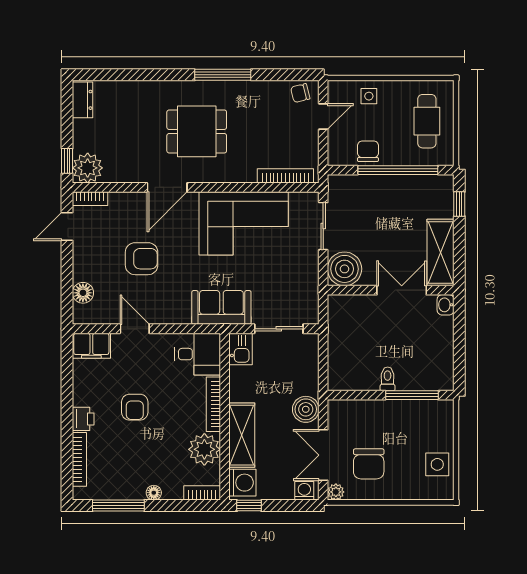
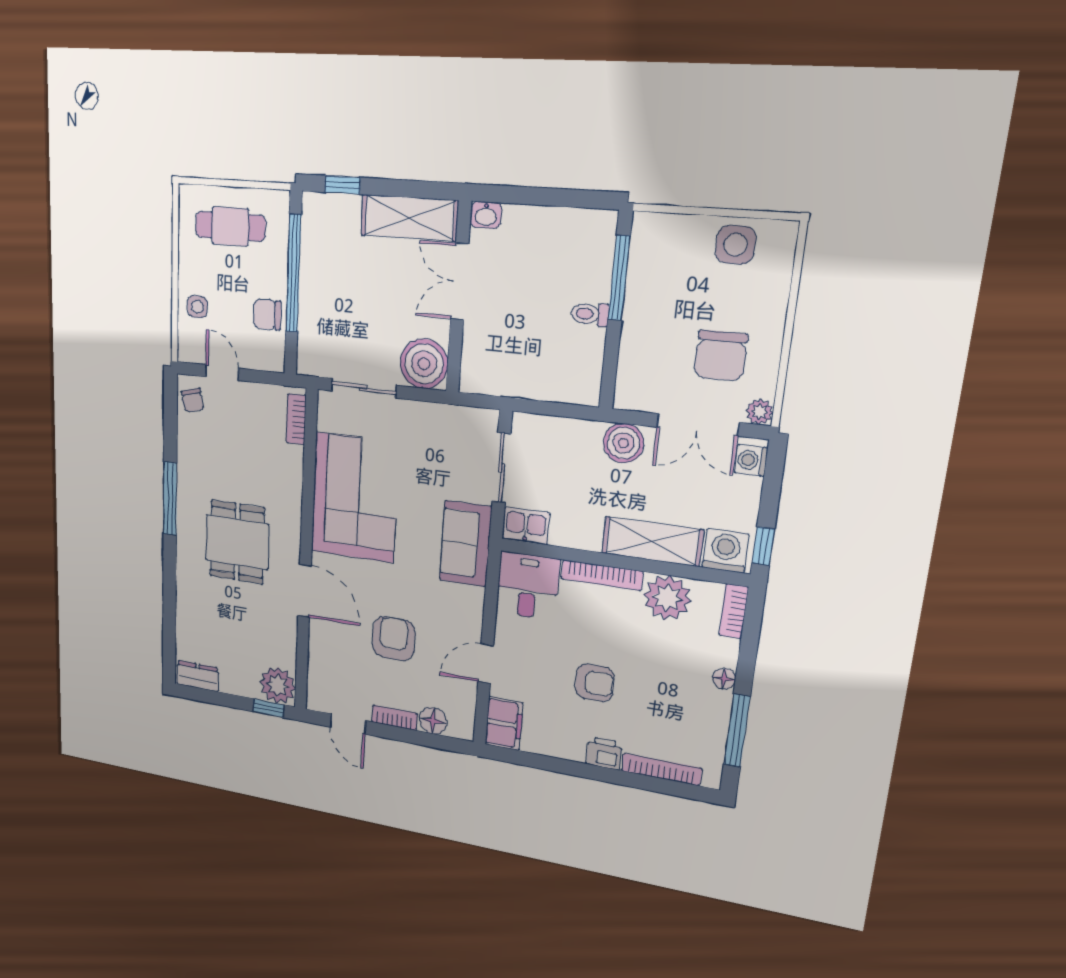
bookcase: (285, 176) -> (296, 419), width x0.64
bookcase: (90, 199) -> (395, 718), moved, turned -90
chair: (369, 464) -> (721, 356), turned 90

